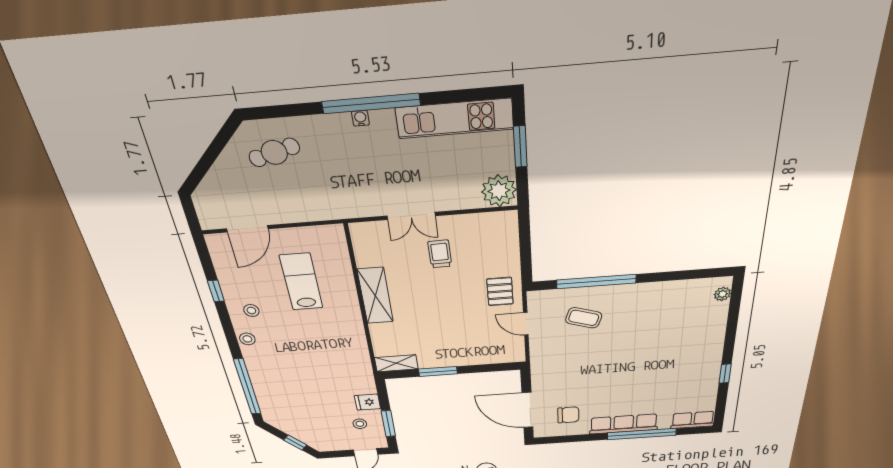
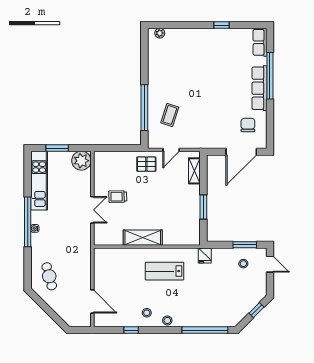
lab bench: (301, 282) -> (165, 271), moved
shelving: (396, 363) -> (194, 171), moved
fridge: (367, 402) -> (205, 255), moved

